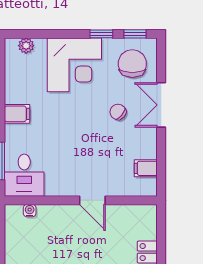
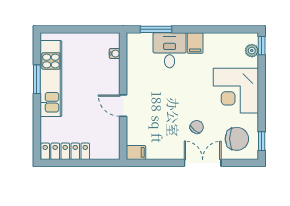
window: (101, 34) -> (262, 46), moved
filing cabinet: (146, 168) -> (136, 152), moved, turned 90
desk: (24, 175) -> (170, 50), moved, turned 90
door: (92, 200) -> (123, 106), hinge flipped

